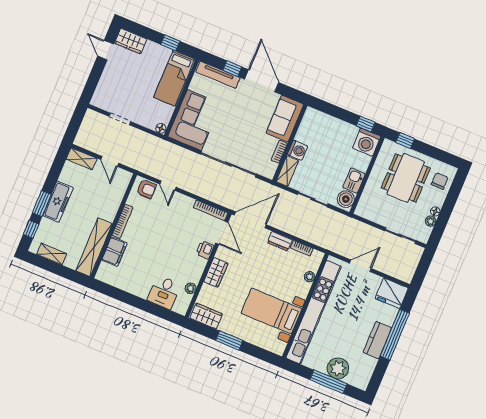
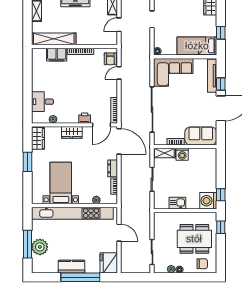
boiler: (346, 199) -> (162, 203), removed

